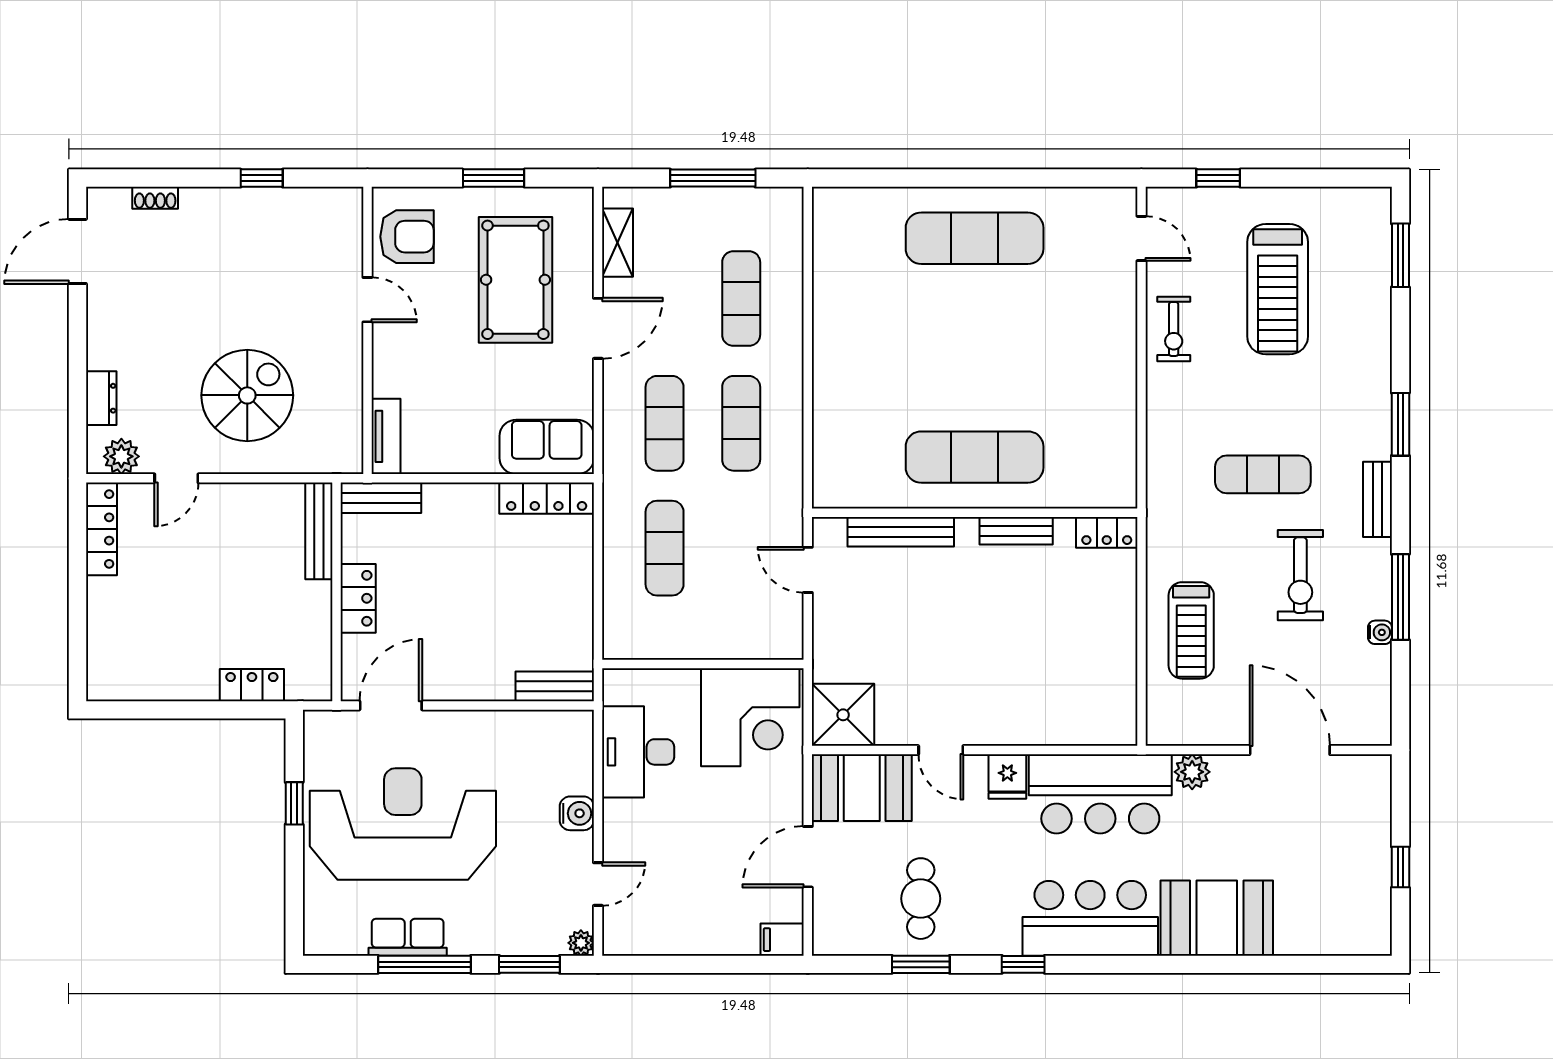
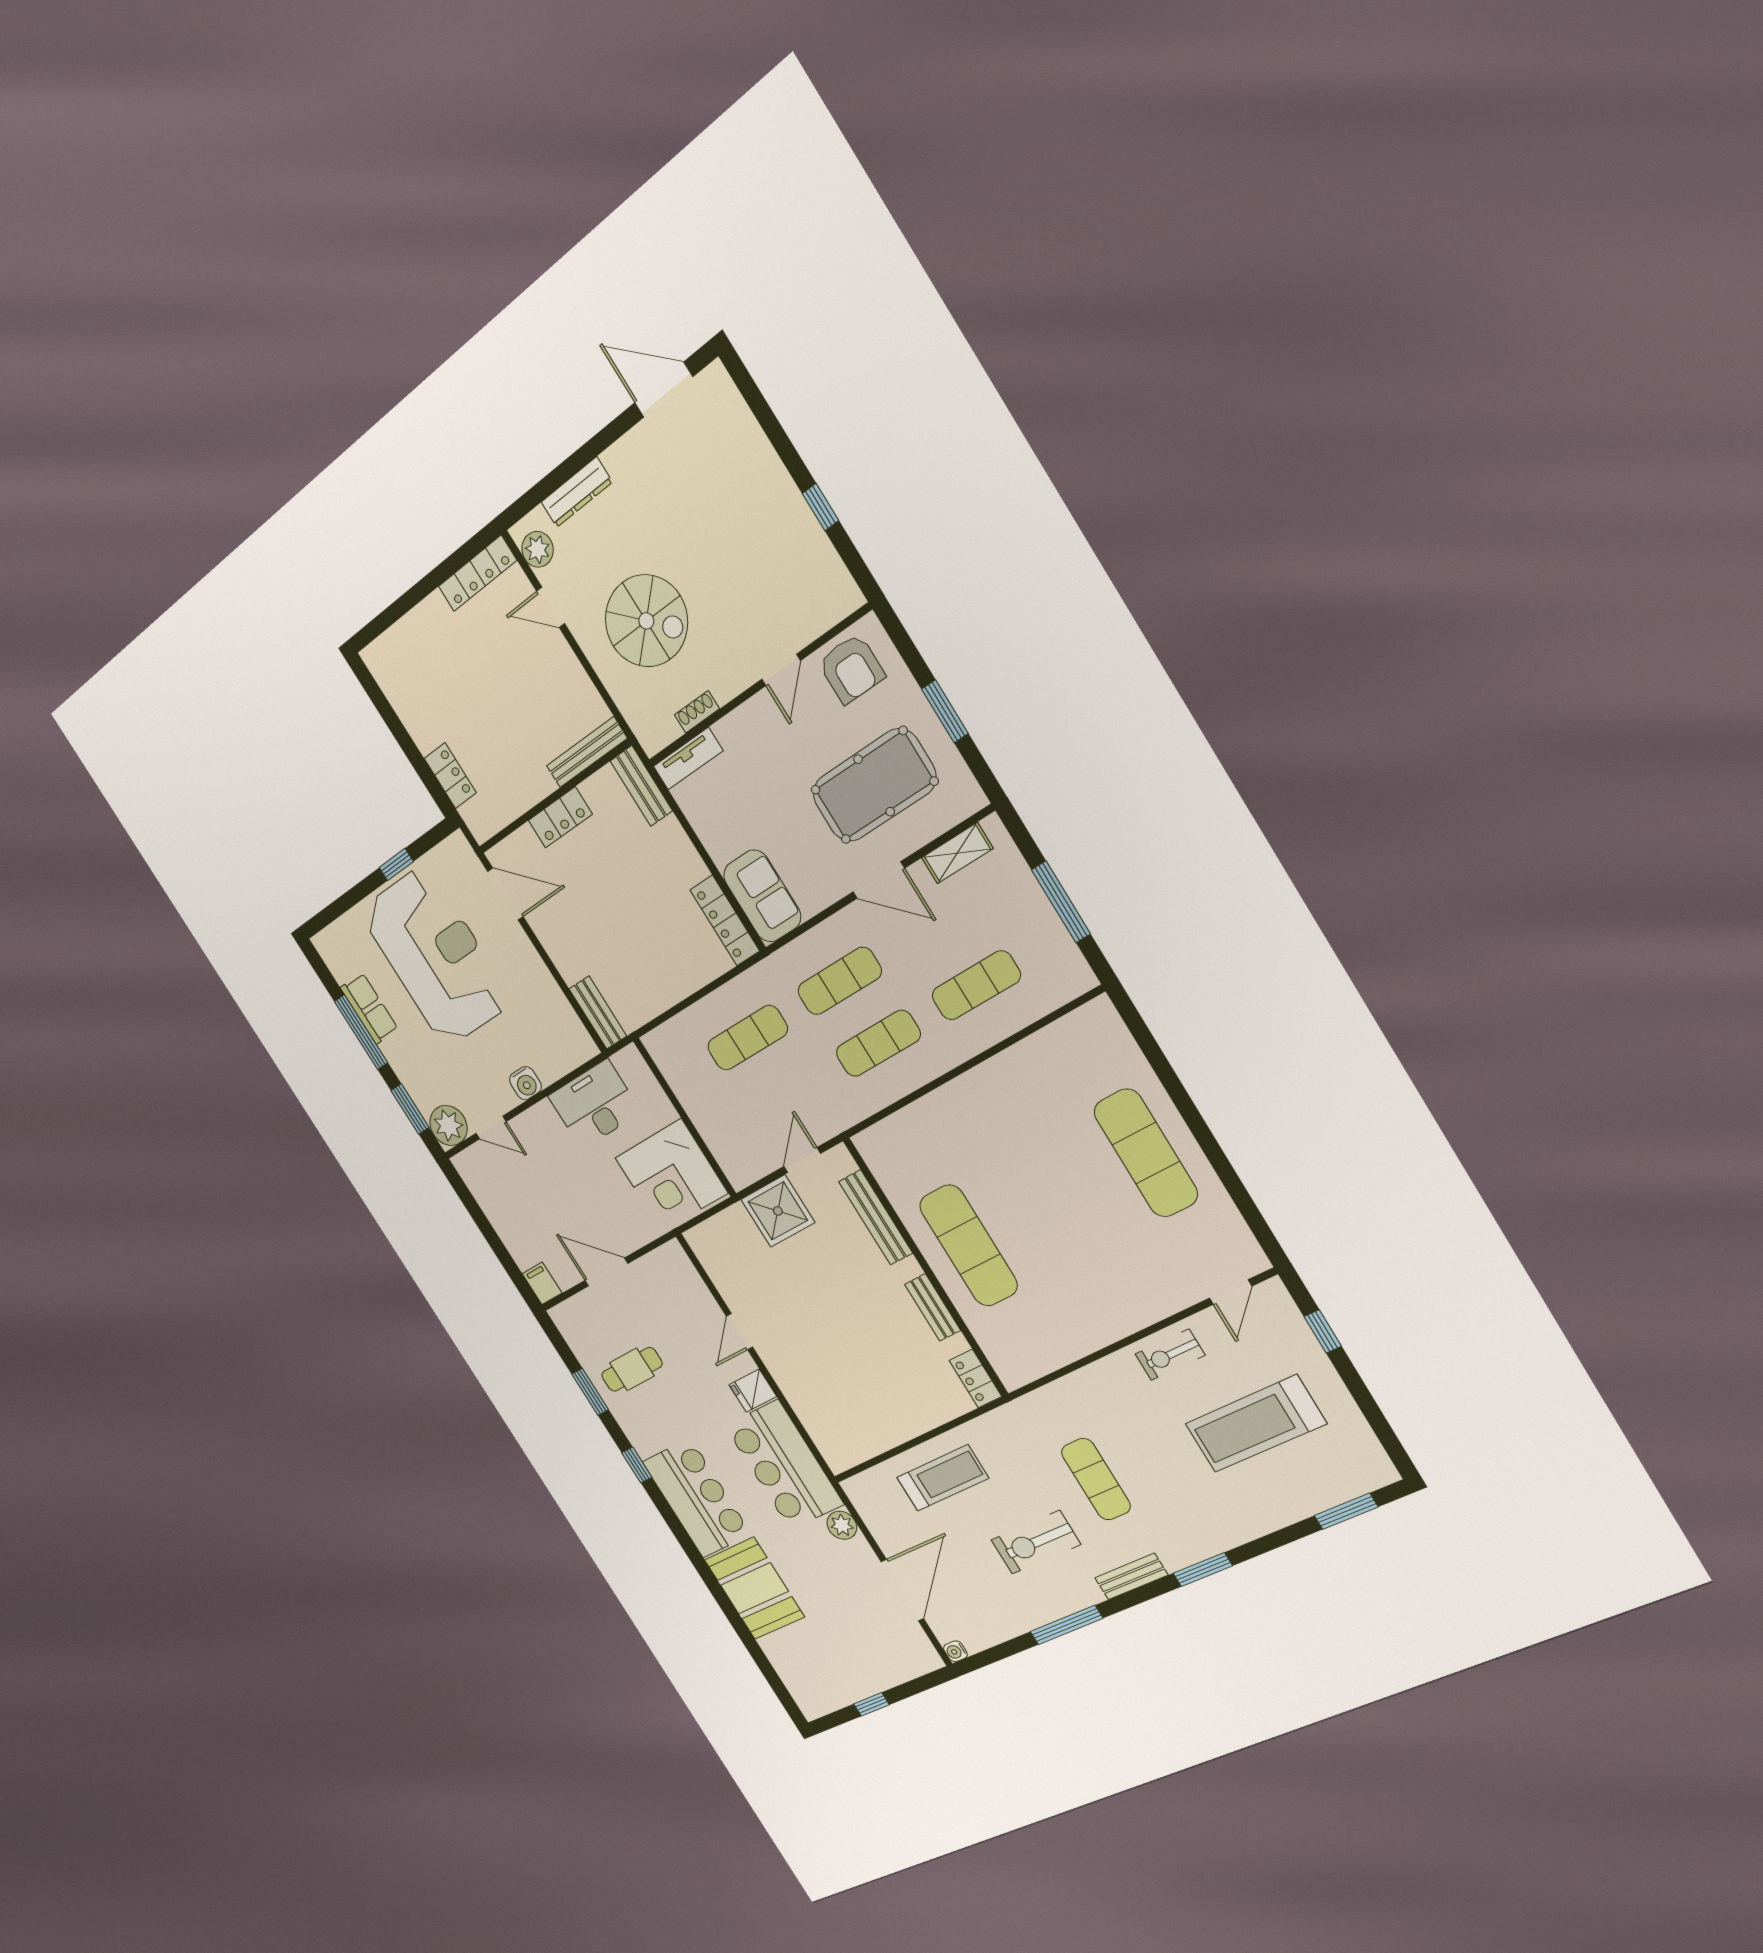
shoe rack: (155, 198) -> (697, 712), moved, turned 90
dresser: (101, 398) -> (577, 492), width x1.44
treadmill: (1191, 630) -> (943, 1478), turned 180
water cooler: (1380, 632) -> (955, 1651), moved, turned 90
shower: (843, 715) -> (778, 1211), moved
booth: (862, 788) -> (677, 1286), removed
plant: (581, 943) -> (448, 1125), width x1.88, depth x1.88

